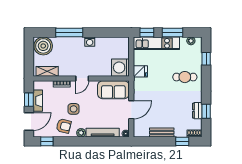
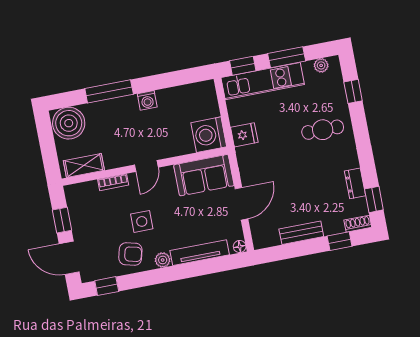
fireplace: (38, 101) -> (77, 219), removed
window: (206, 111) -> (374, 199), moved
door: (29, 121) -> (69, 258), swing flipped

